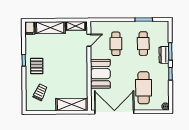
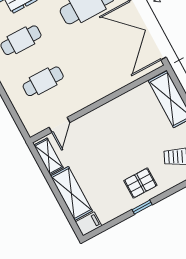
door: (89, 40) -> (60, 125), swing flipped
booth: (100, 74) -> (101, 81), removed

